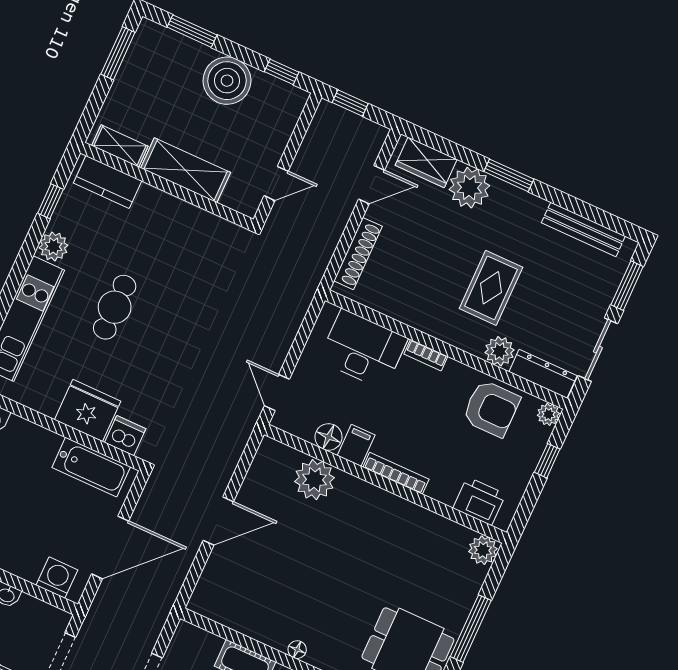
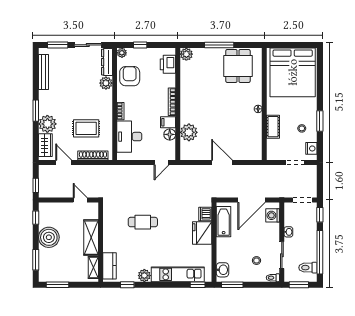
rug: (491, 288) -> (86, 128), moved
cafe table: (115, 307) -> (143, 222), moved
door: (110, 547) -> (252, 200), swing flipped

